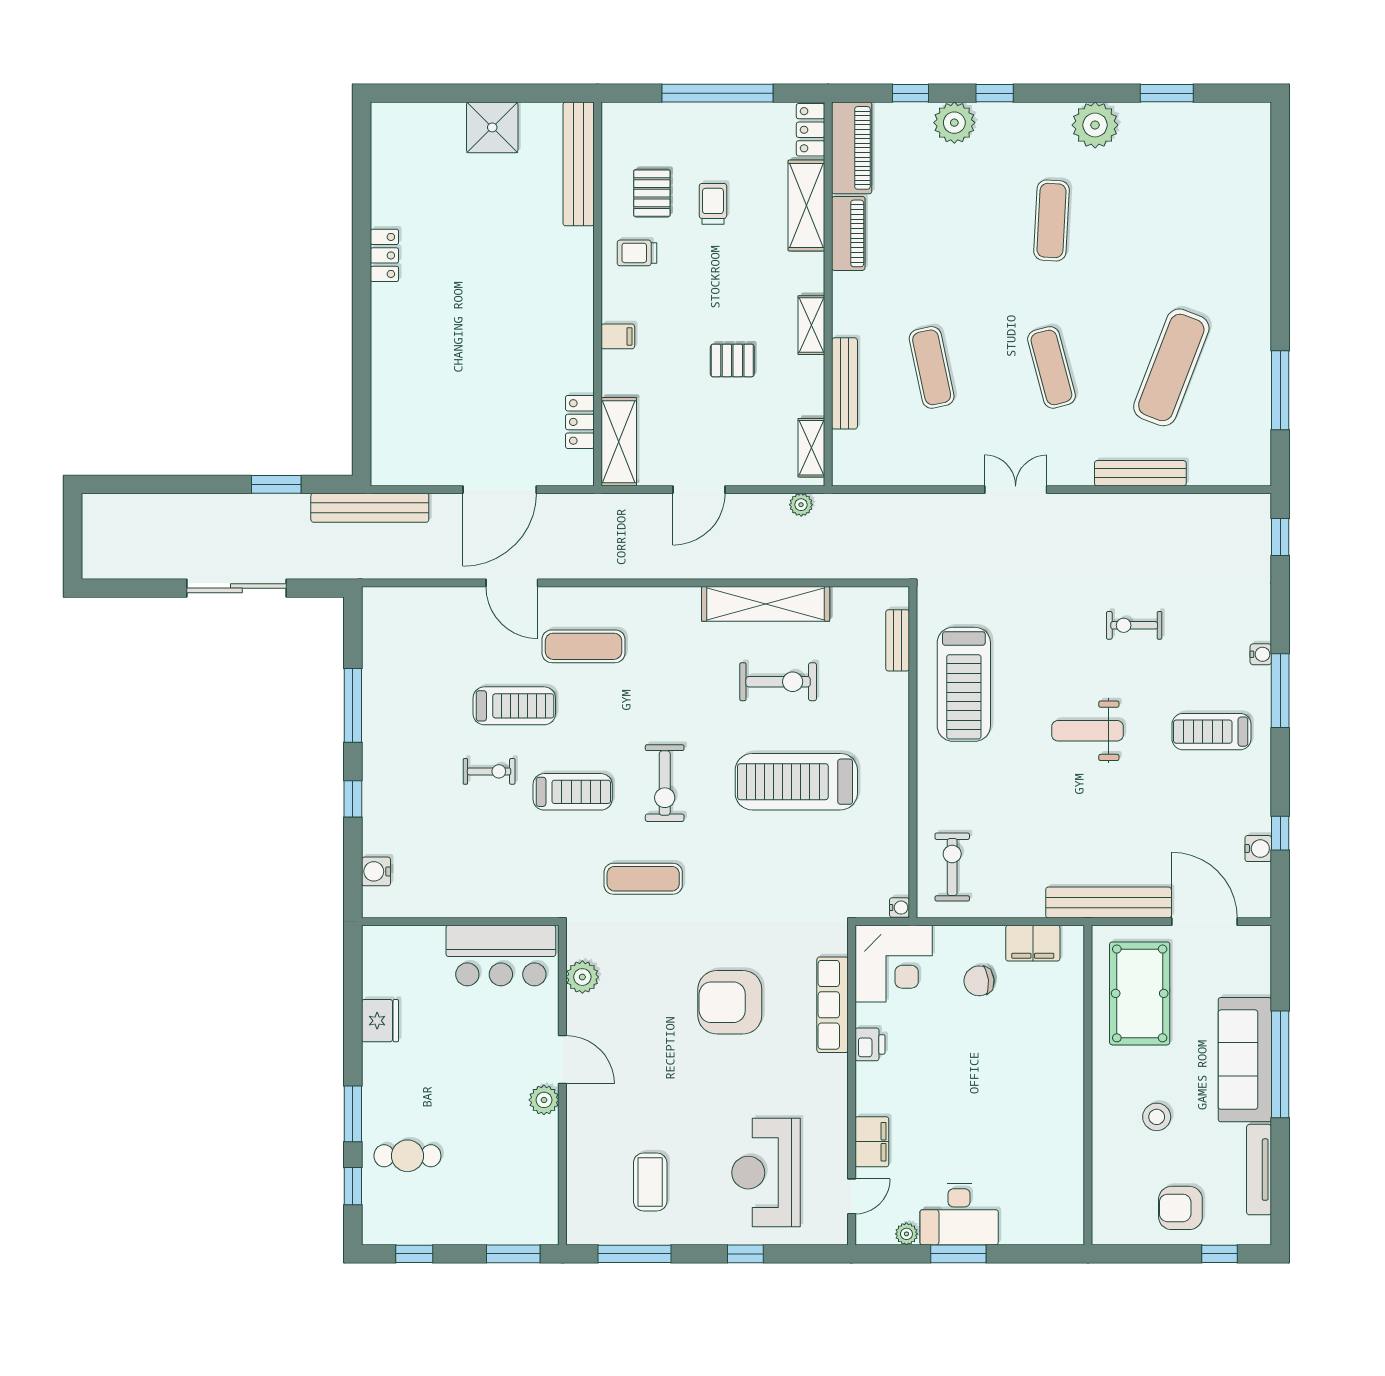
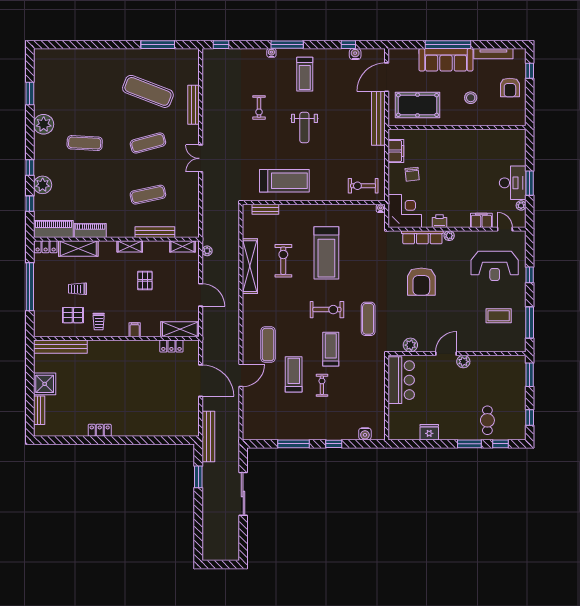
bench: (431, 115) -> (39, 410), added
plant: (836, 1067) -> (449, 236), added

